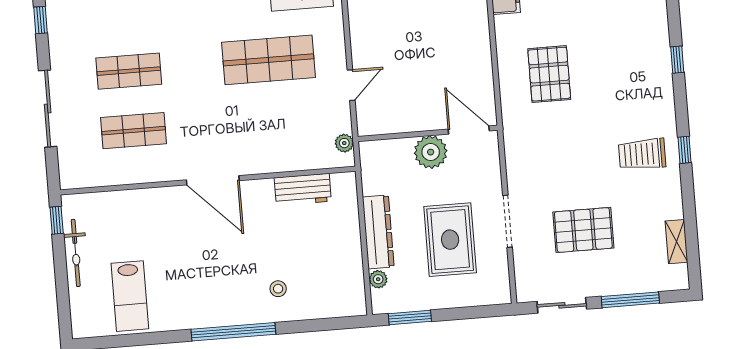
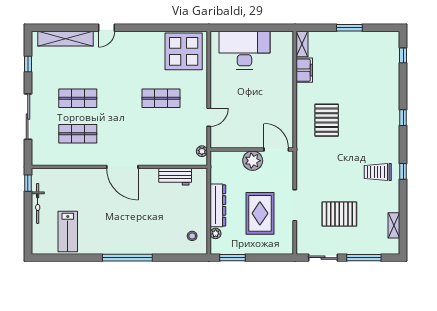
shop shelf: (268, 60) -> (161, 98), width x0.70, depth x0.74
stool: (278, 289) -> (192, 236), moved

